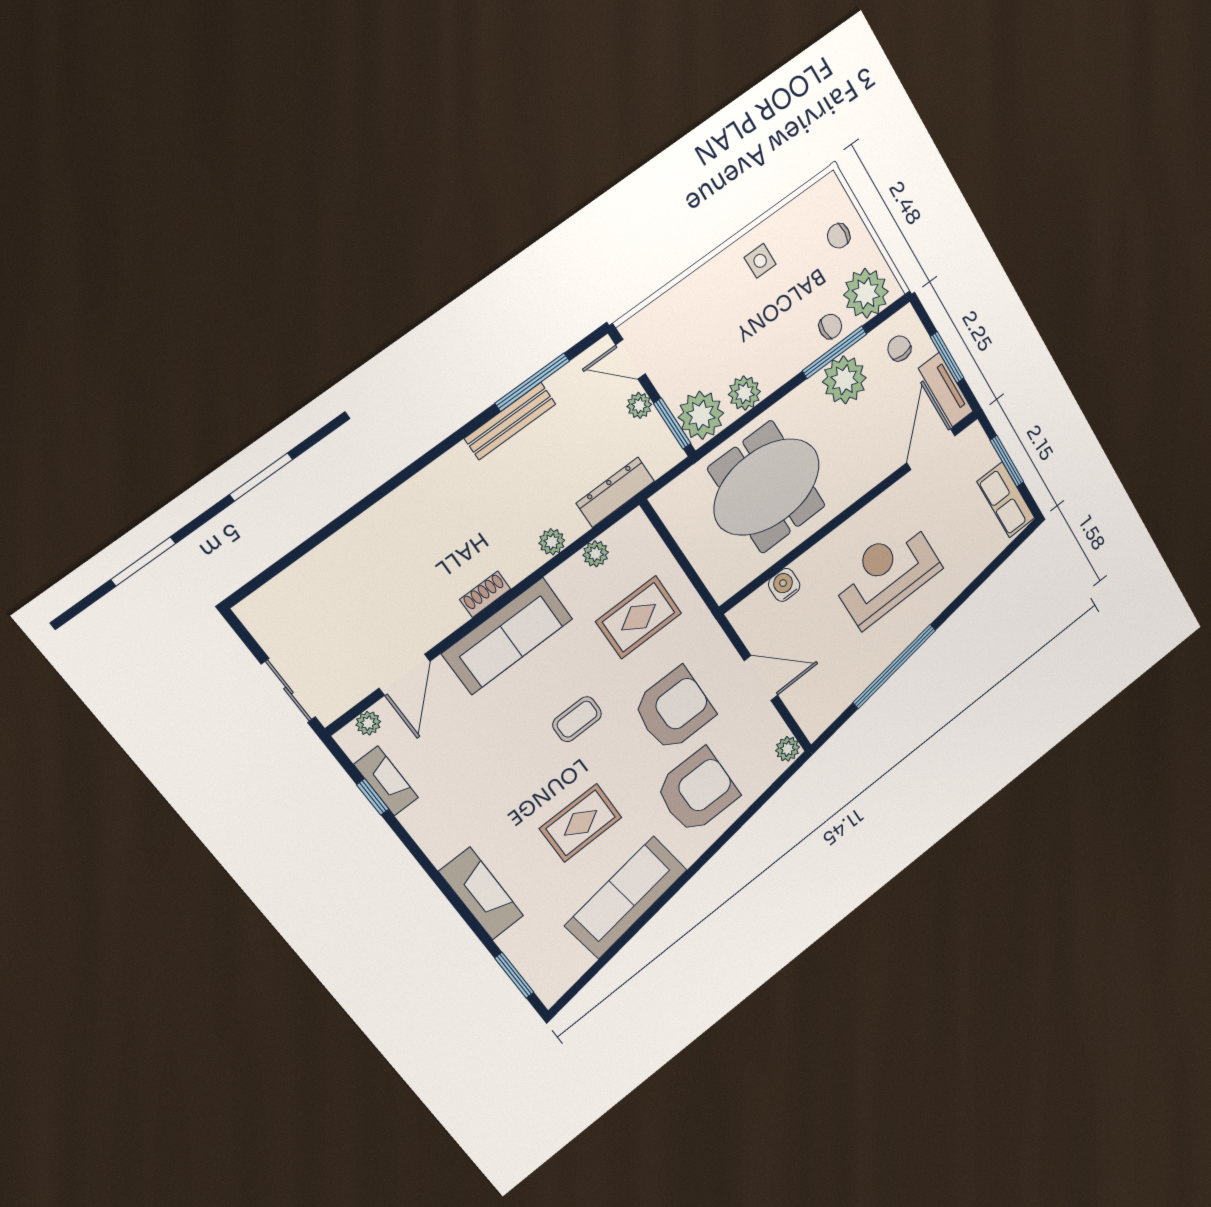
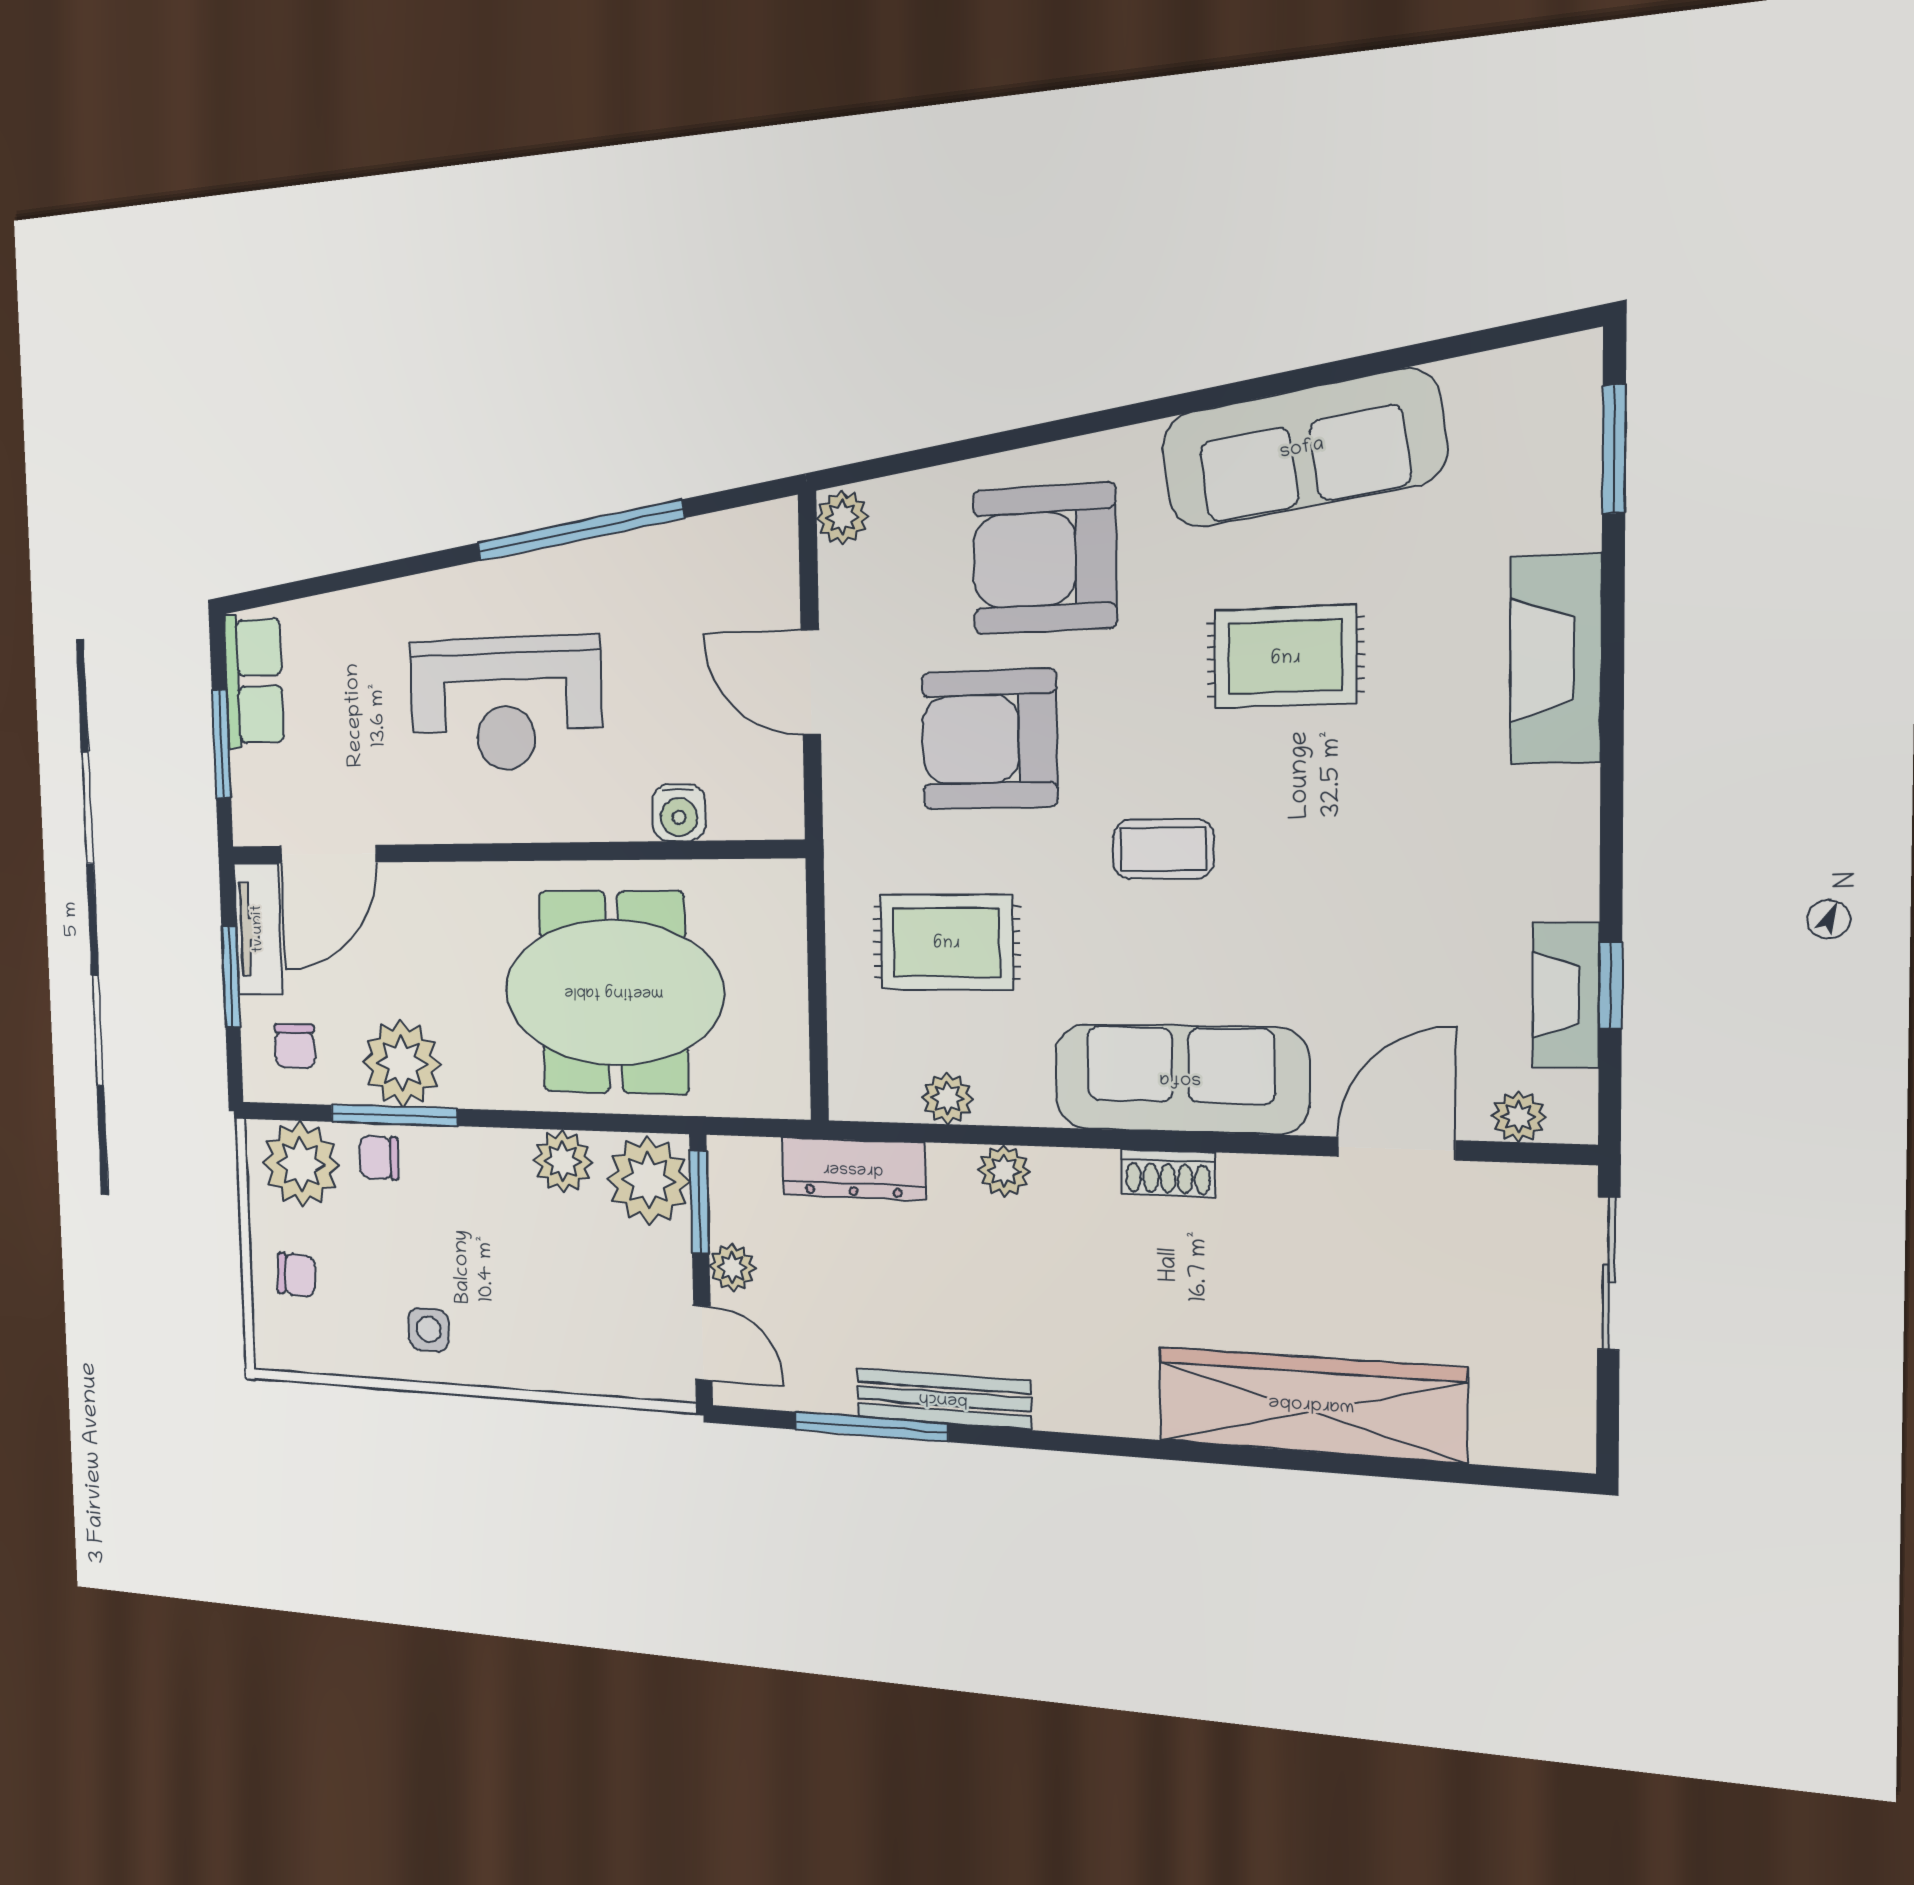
wardrobe: (360, 545) -> (1311, 1404), added

